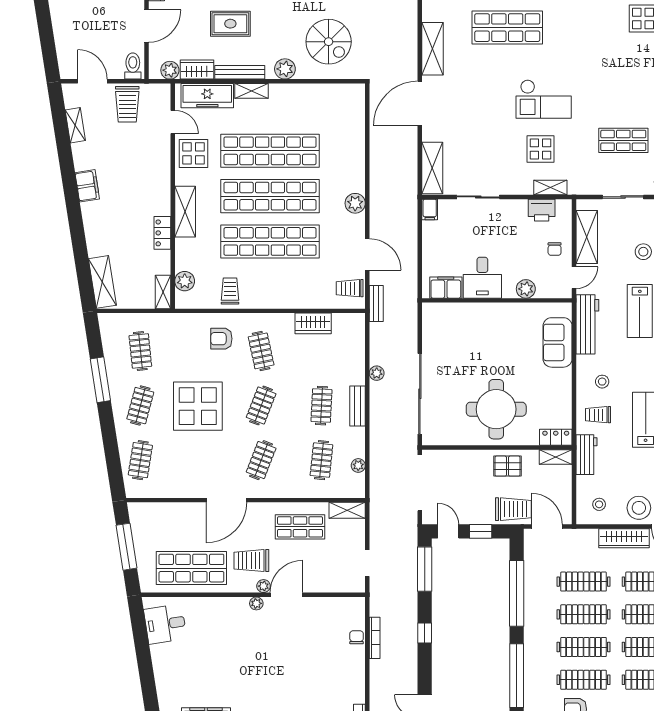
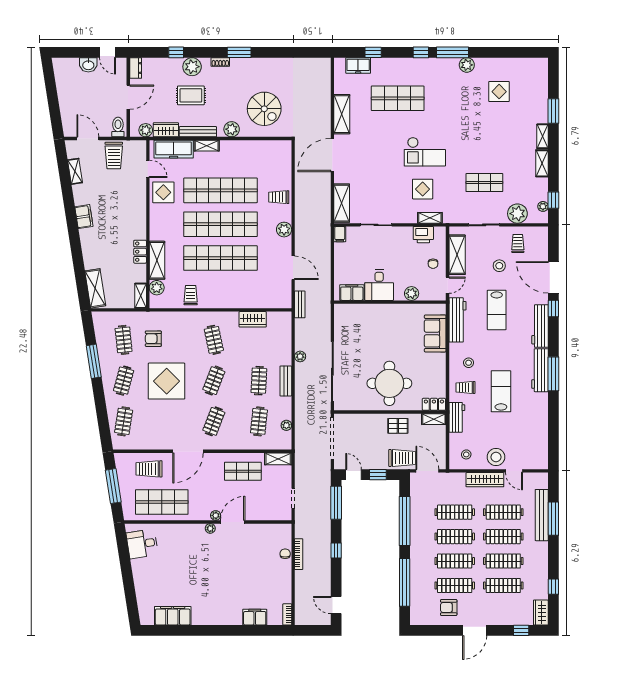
shelving: (185, 212) -> (157, 260), moved
trolley: (350, 288) -> (279, 197), moved
armchair: (221, 339) -> (153, 339), moved
trolley: (251, 561) -> (149, 469), moved

